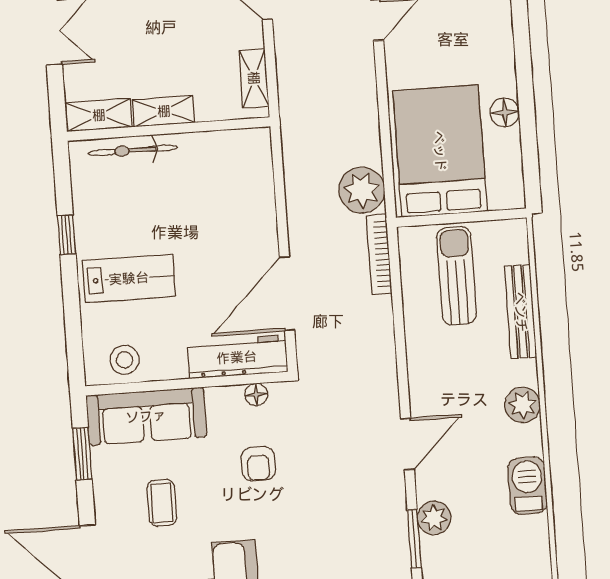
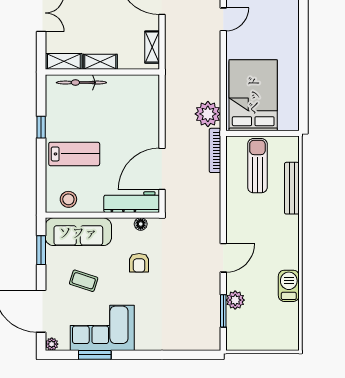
floor lamp: (505, 112) -> (291, 76), removed
plant: (522, 405) -> (289, 241), removed
coffee table: (162, 503) -> (84, 281), turned -72

